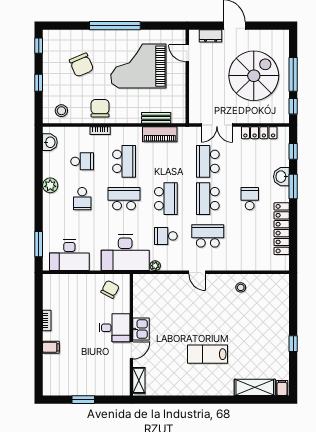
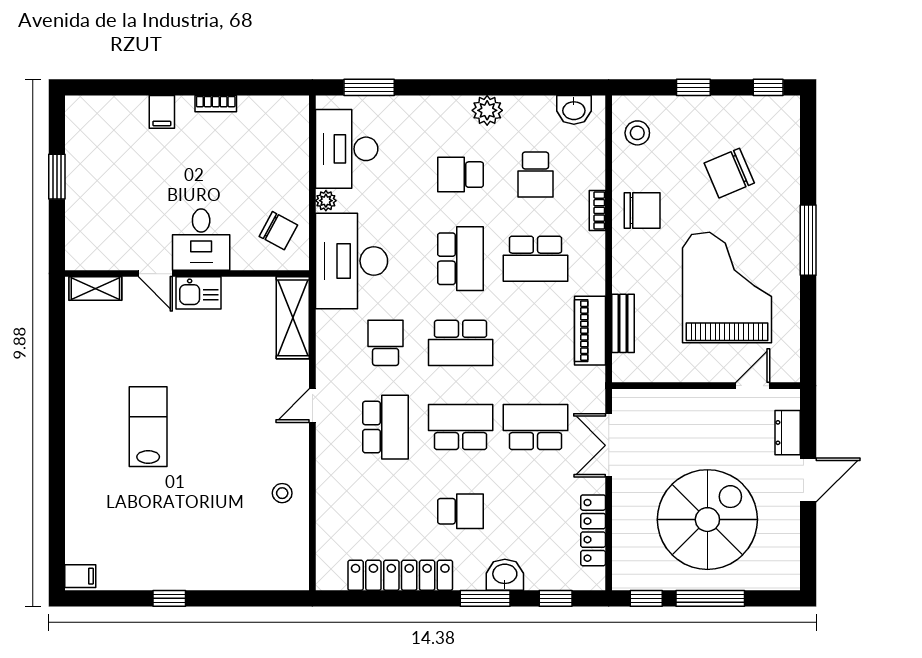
window: (115, 26) -> (808, 240), width x0.68
spiral stairs: (254, 76) -> (707, 520), turned -90
plant: (155, 266) -> (326, 201), moved
shelving: (255, 387) -> (293, 318), moved

